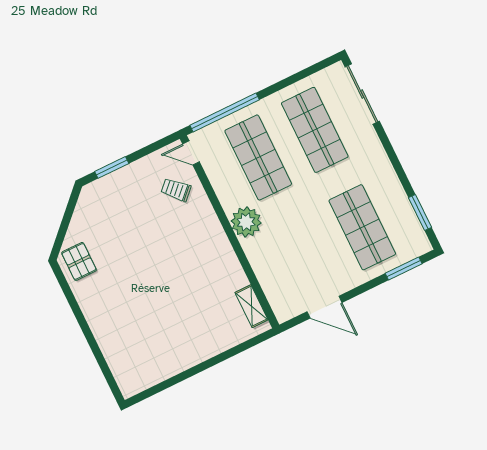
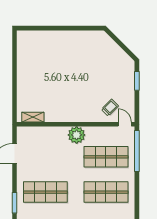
door: (191, 153) -> (125, 124), hinge flipped
pallet: (79, 261) -> (98, 41), removed

